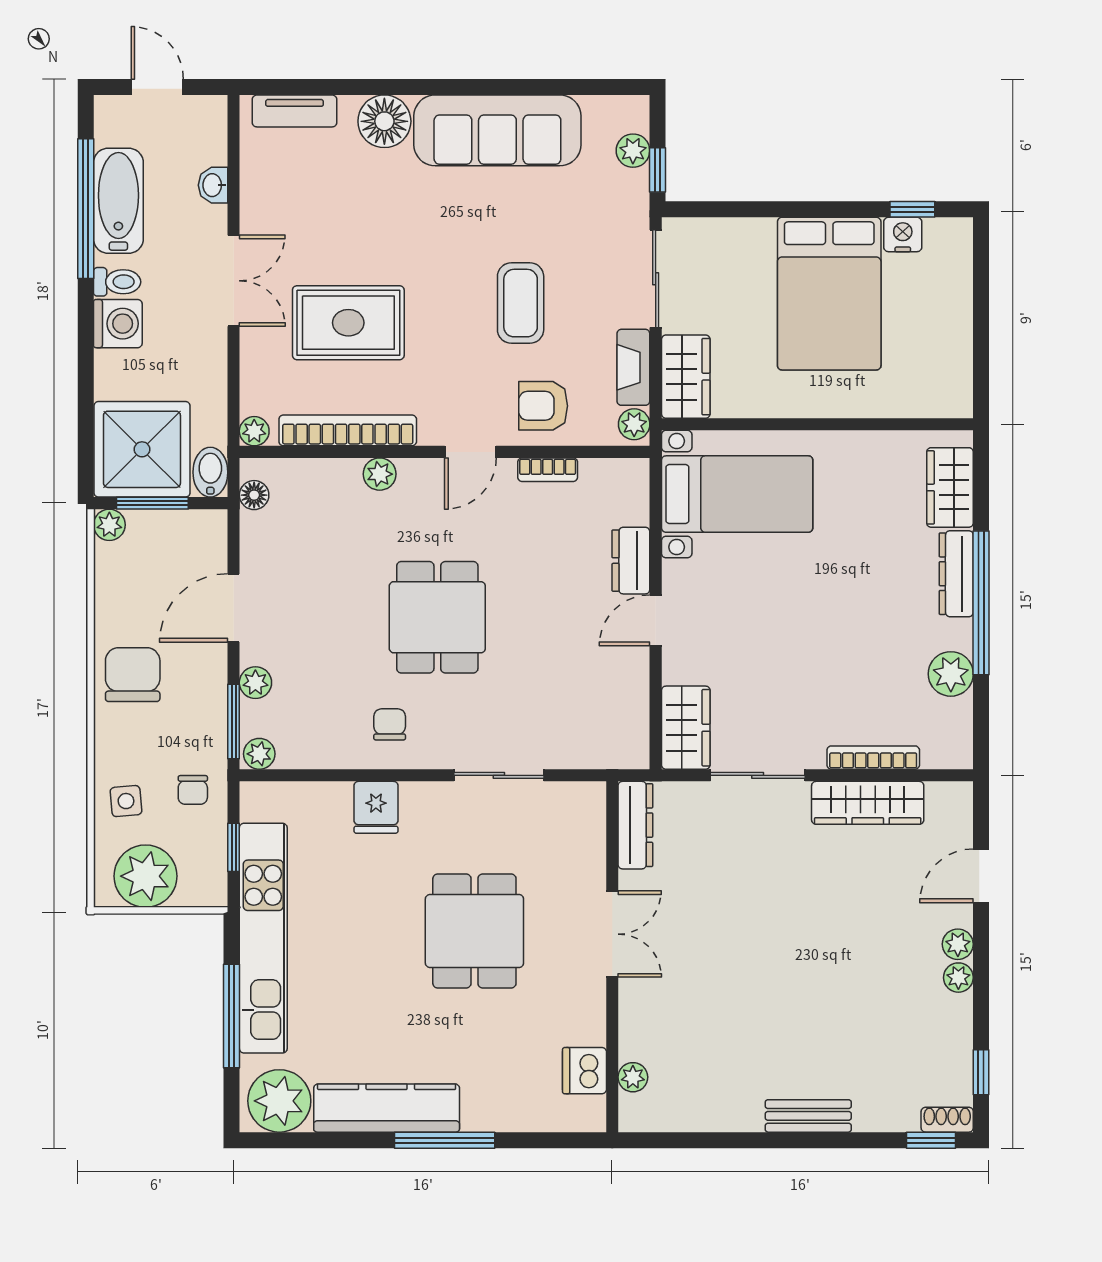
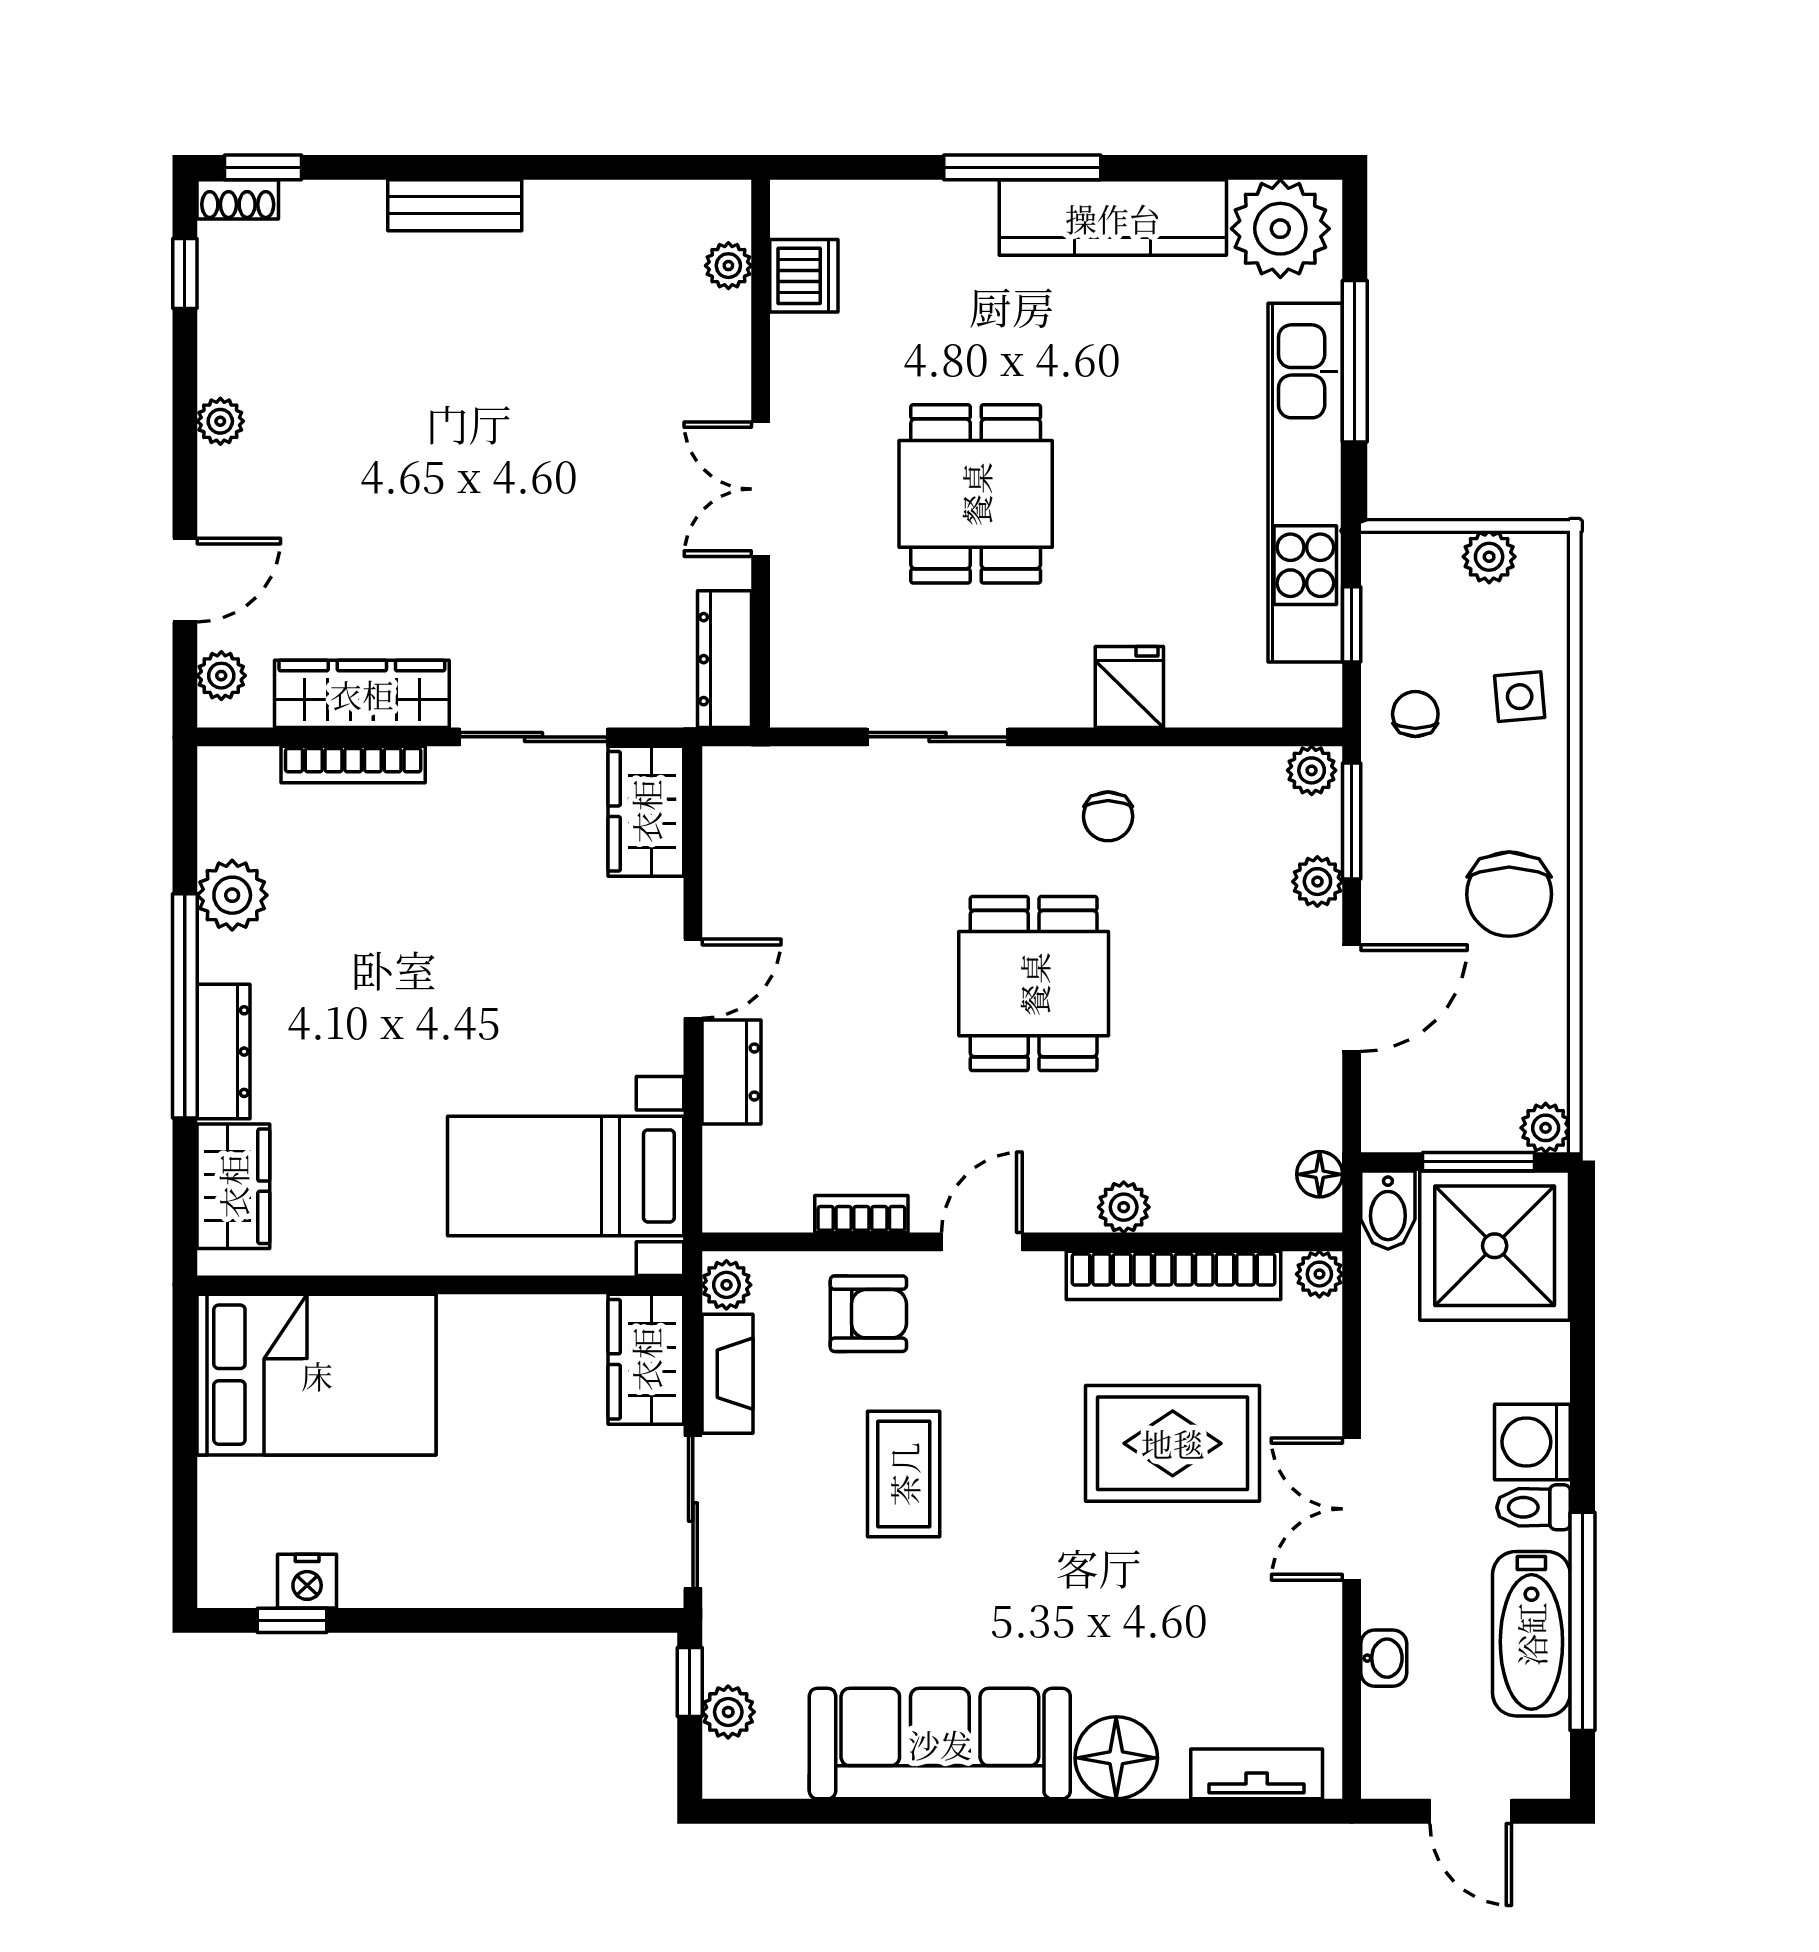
bed: (829, 294) -> (317, 1375), moved, turned 90
plant: (146, 876) -> (1489, 557), width x0.53, depth x0.53
plant: (958, 944) -> (221, 676), moved

